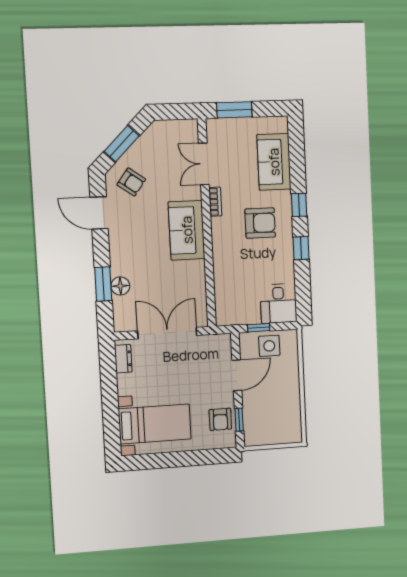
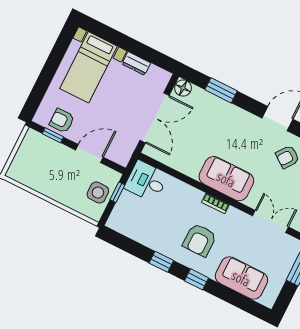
bookcase: (215, 202) -> (215, 203), moved
floor lamp: (120, 286) -> (183, 88), moved
desk: (279, 304) -> (146, 181), moved
dresser: (123, 359) -> (136, 63), moved
door: (237, 375) -> (89, 154), swing flipped

